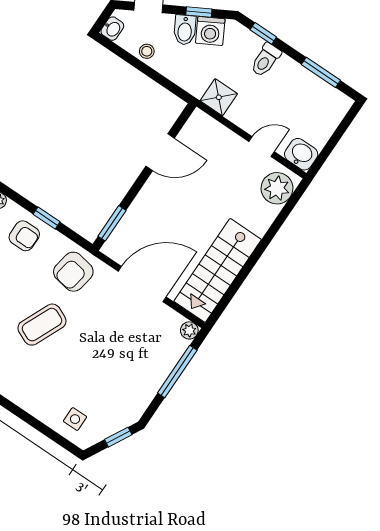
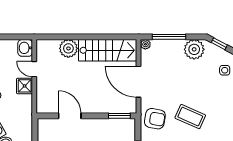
shower: (219, 97) -> (25, 86), moved
plant: (277, 188) -> (68, 48), moved
plant: (135, 396) -> (194, 49), added

